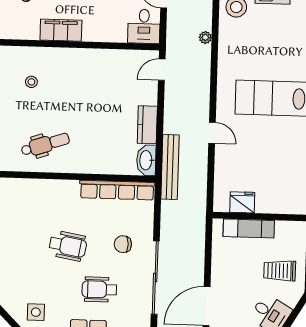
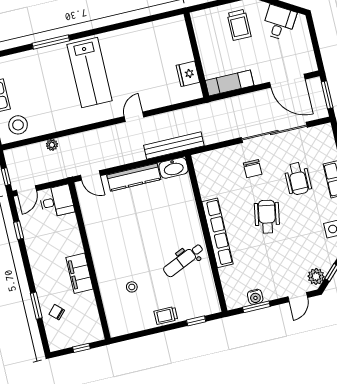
kitchen counter: (147, 125) -> (134, 177), width x1.50
dental chair: (45, 144) -> (183, 260), turned -96
row of seats: (117, 190) -> (217, 233), moved
exam couch: (249, 228) -> (230, 83), moved, turned -90

